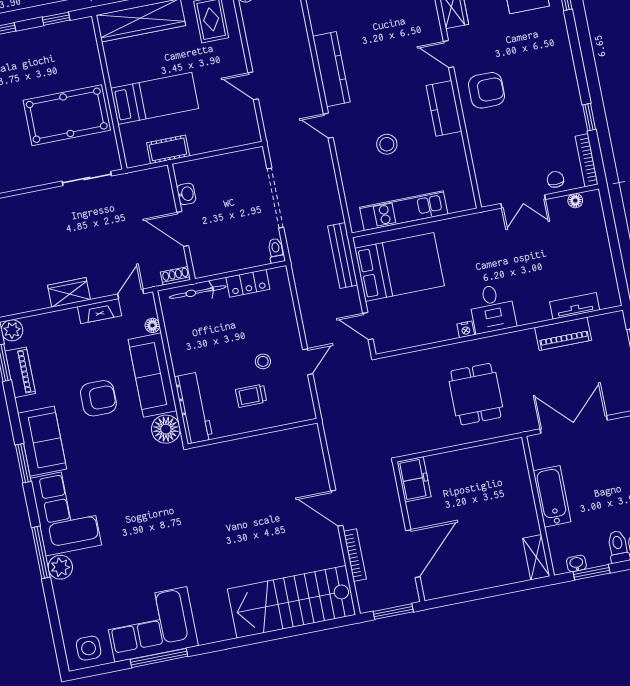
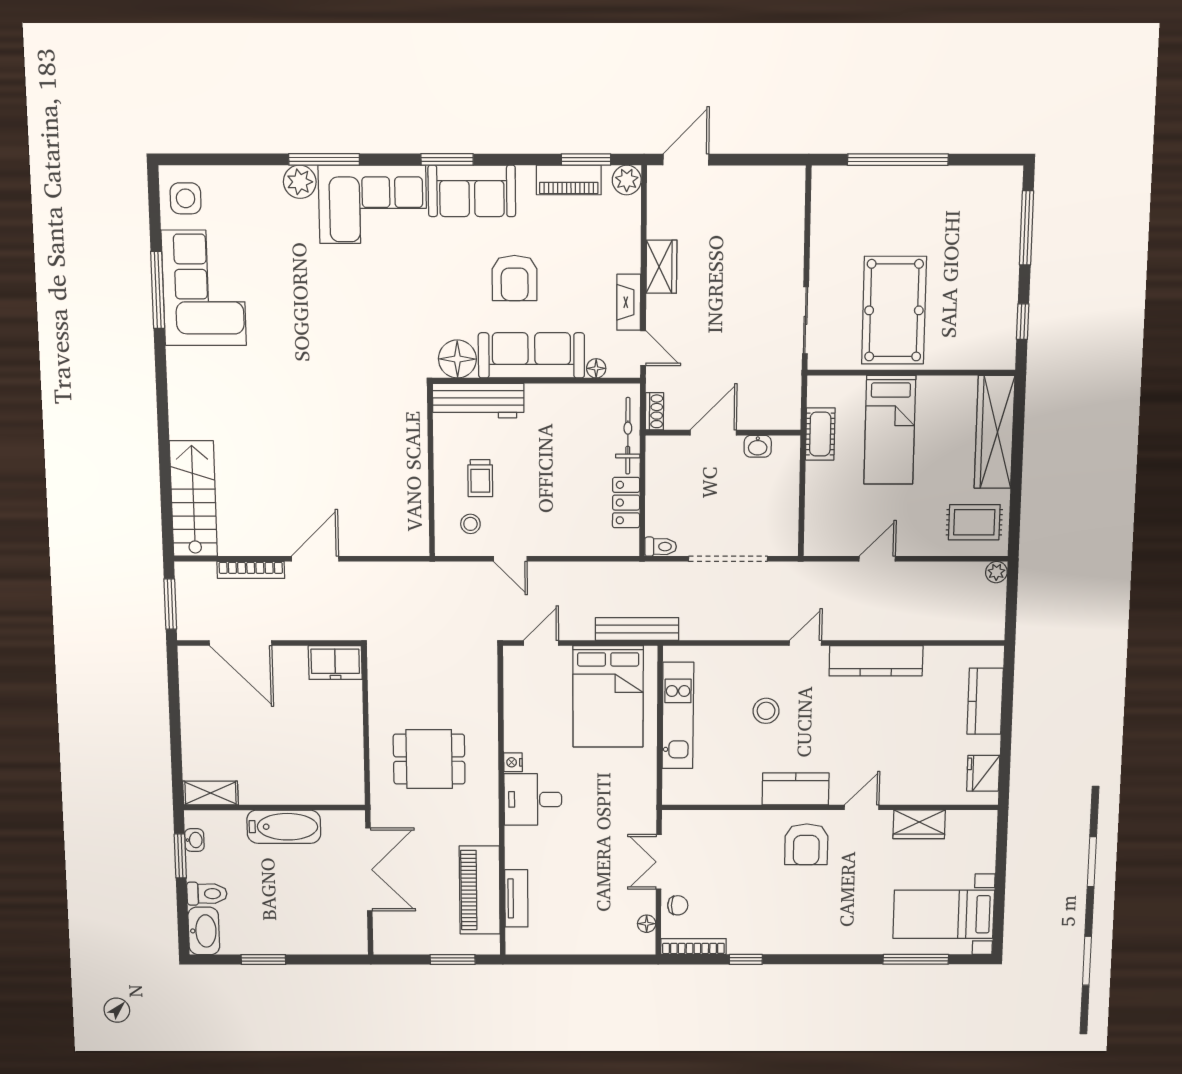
piano: (563, 334) -> (480, 890), width x1.37, depth x1.33
stool: (263, 361) -> (470, 524), moved
trolley: (251, 396) -> (480, 478), turned 180
stairs: (292, 602) -> (193, 499), width x0.73, depth x0.66

